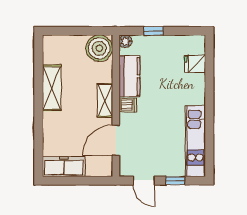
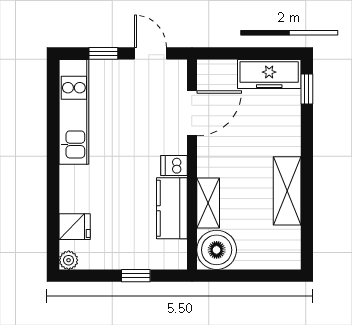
plant: (125, 41) -> (69, 260), moved
shelving: (105, 100) -> (208, 203), moved
window: (38, 157) -> (307, 89), added

